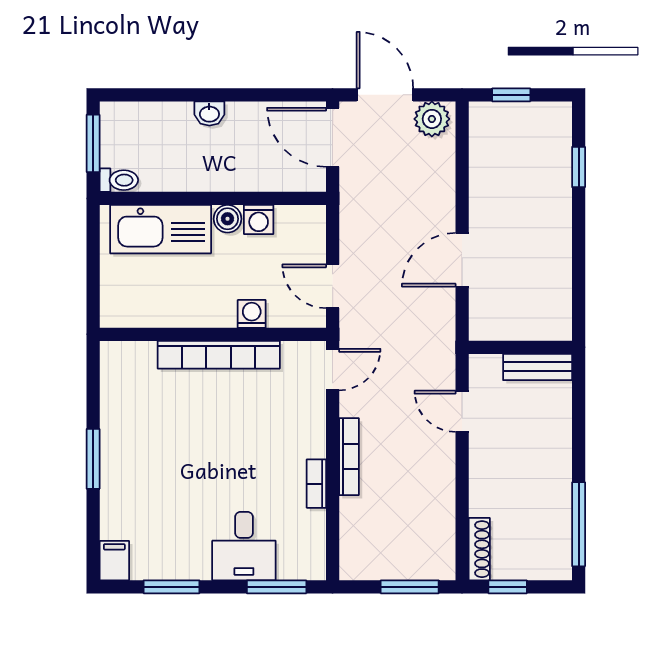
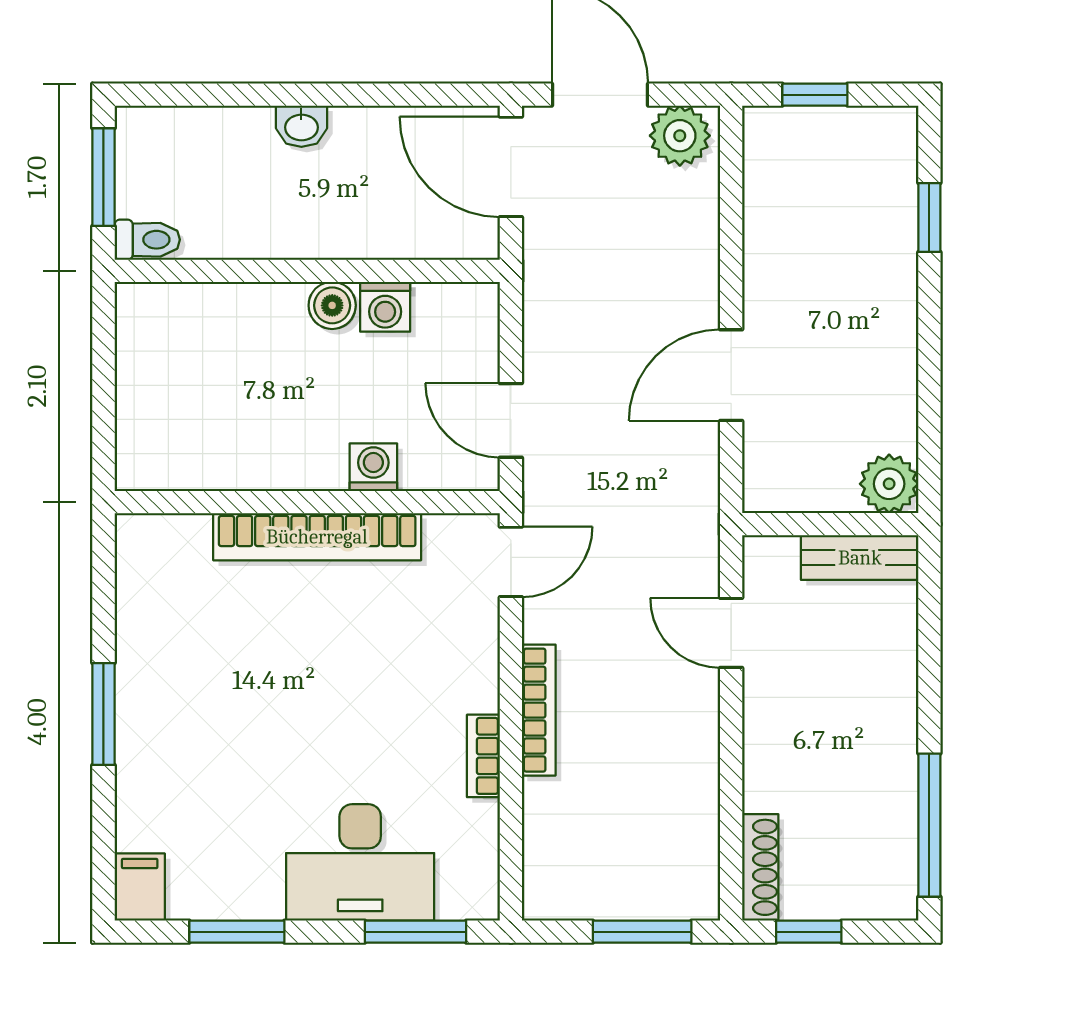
kitchen sink: (161, 229) -> (218, 323), removed
plant: (555, 324) -> (889, 484), added
desk: (244, 546) -> (360, 862), width x1.37

